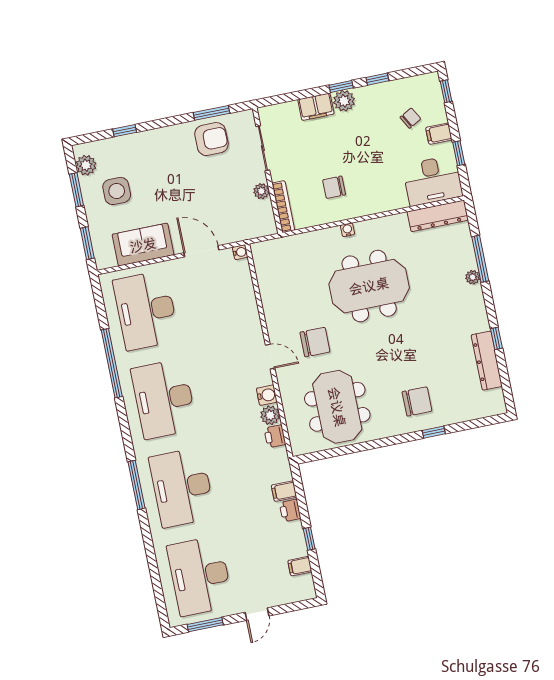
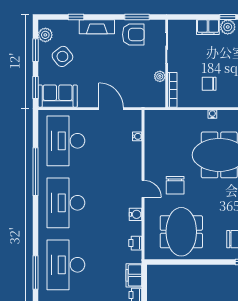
fireplace: (157, 139) -> (97, 27), added
side table: (117, 191) -> (62, 56), turned -38
sofa: (143, 245) -> (58, 96), moved
water cooler: (240, 252) -> (137, 136), moved
chair: (315, 342) -> (175, 185), turned 90
plant: (270, 415) -> (135, 228), removed
window: (136, 485) -> (36, 272), moved
filing cabinet: (284, 491) -> (134, 275), width x2.00

